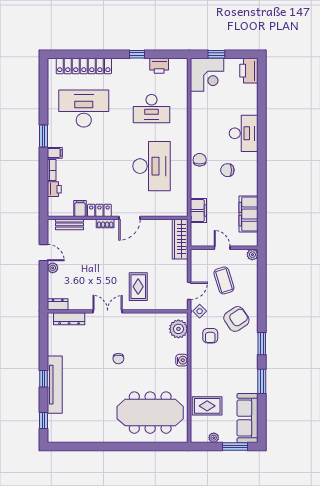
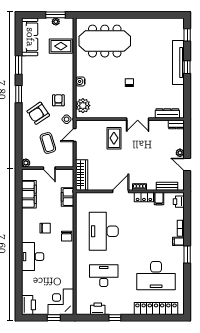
printer: (54, 189) -> (179, 202), moved
window: (235, 447) -> (56, 15), moved

